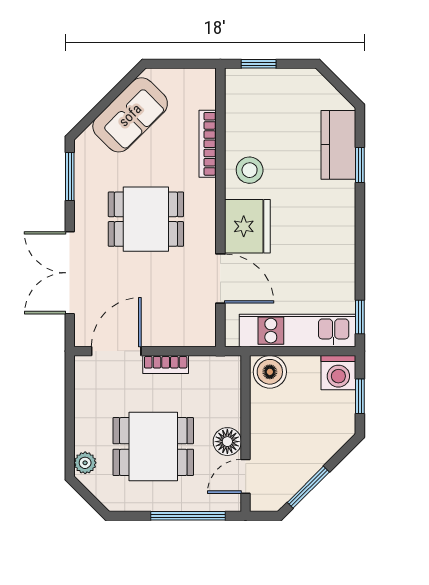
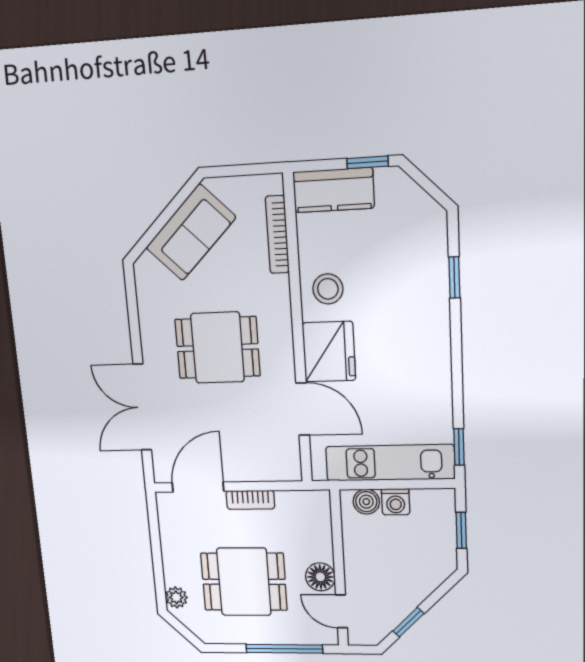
window: (259, 64) -> (367, 162), moved
bookcase: (208, 144) -> (277, 235), moved
kitchen counter: (338, 145) -> (333, 190), moved, turned -90
window: (70, 177) -> (132, 304), removed
boiler: (270, 372) -> (366, 502), width x0.73, depth x0.73
washing machine: (338, 373) -> (396, 502), moved, width x0.73, depth x0.73
door: (246, 476) -> (341, 611), hinge flipped
window: (308, 487) -> (408, 622), width x0.67

